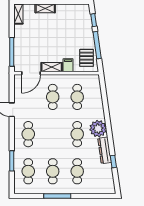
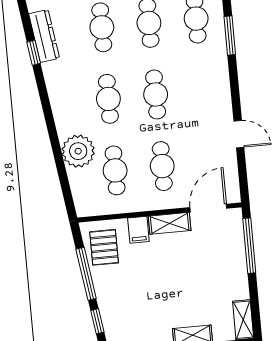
plant: (98, 129) -> (78, 151), moved
cafe table: (28, 134) -> (156, 94), moved
dresser: (105, 150) -> (44, 36), moved

